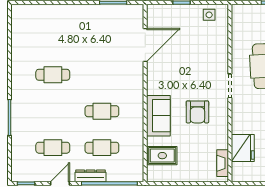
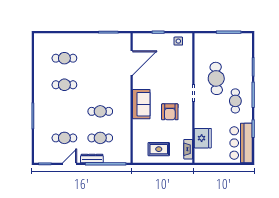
cafe table: (53, 38) -> (64, 58), added
sofa: (158, 116) -> (141, 104), moved
rug: (162, 156) -> (159, 149), moved

